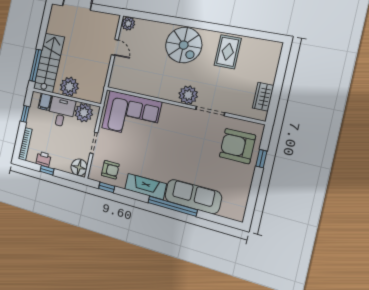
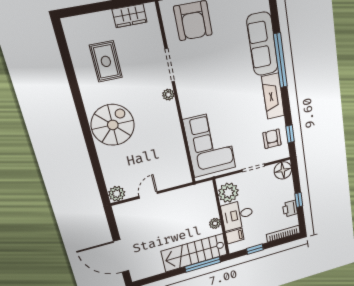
rug: (228, 52) -> (106, 61), moved, turned 90
plant: (69, 87) -> (215, 223), width x0.53, depth x0.53
plant: (188, 95) -> (168, 95), width x0.53, depth x0.53

